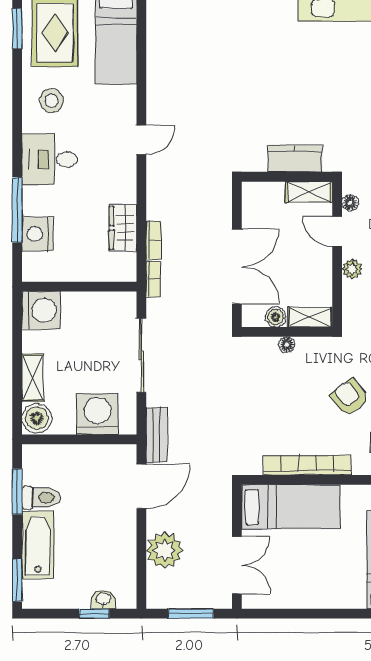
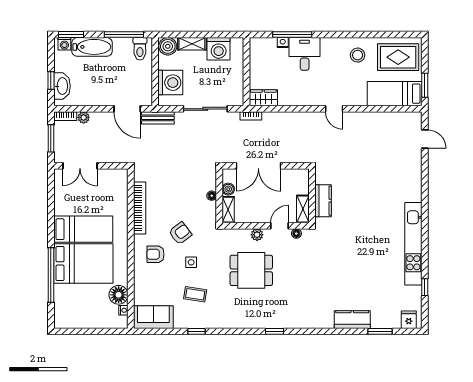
window: (17, 29) -> (401, 35), removed
desk: (50, 159) -> (305, 54), moved
wardrobe: (123, 228) -> (263, 98), moved
nightstand: (37, 234) -> (283, 43), width x0.53, depth x0.56
bookcase: (154, 240) -> (65, 116), moved
washing machine: (41, 310) -> (219, 49), moved
window: (17, 492) -> (124, 35), width x1.44
toilet: (41, 498) -> (140, 49), moved
bed: (291, 507) -> (83, 229), moved, turned -90
plant: (165, 550) -> (84, 117), width x0.53, depth x0.53
washing machine: (33, 591) -> (64, 44), added
washbasin: (103, 599) -> (62, 86), width x1.91, depth x1.45

